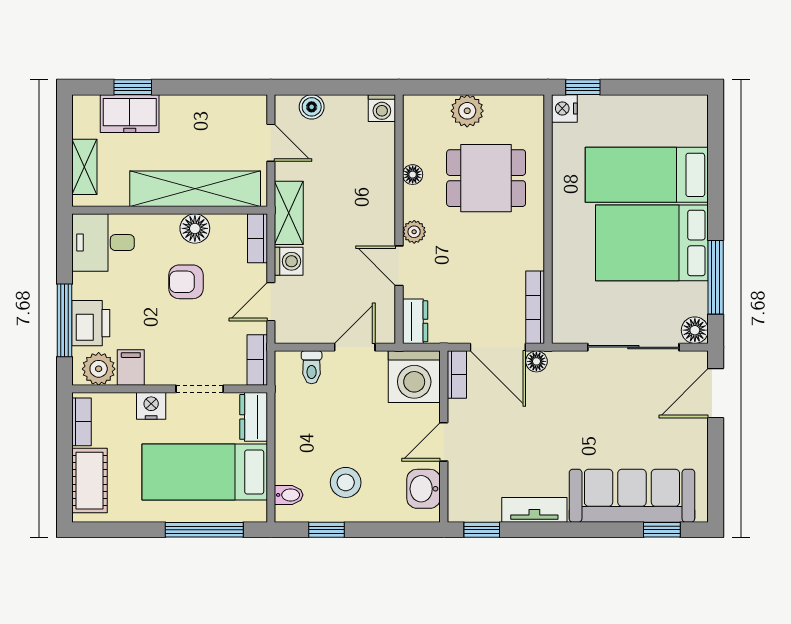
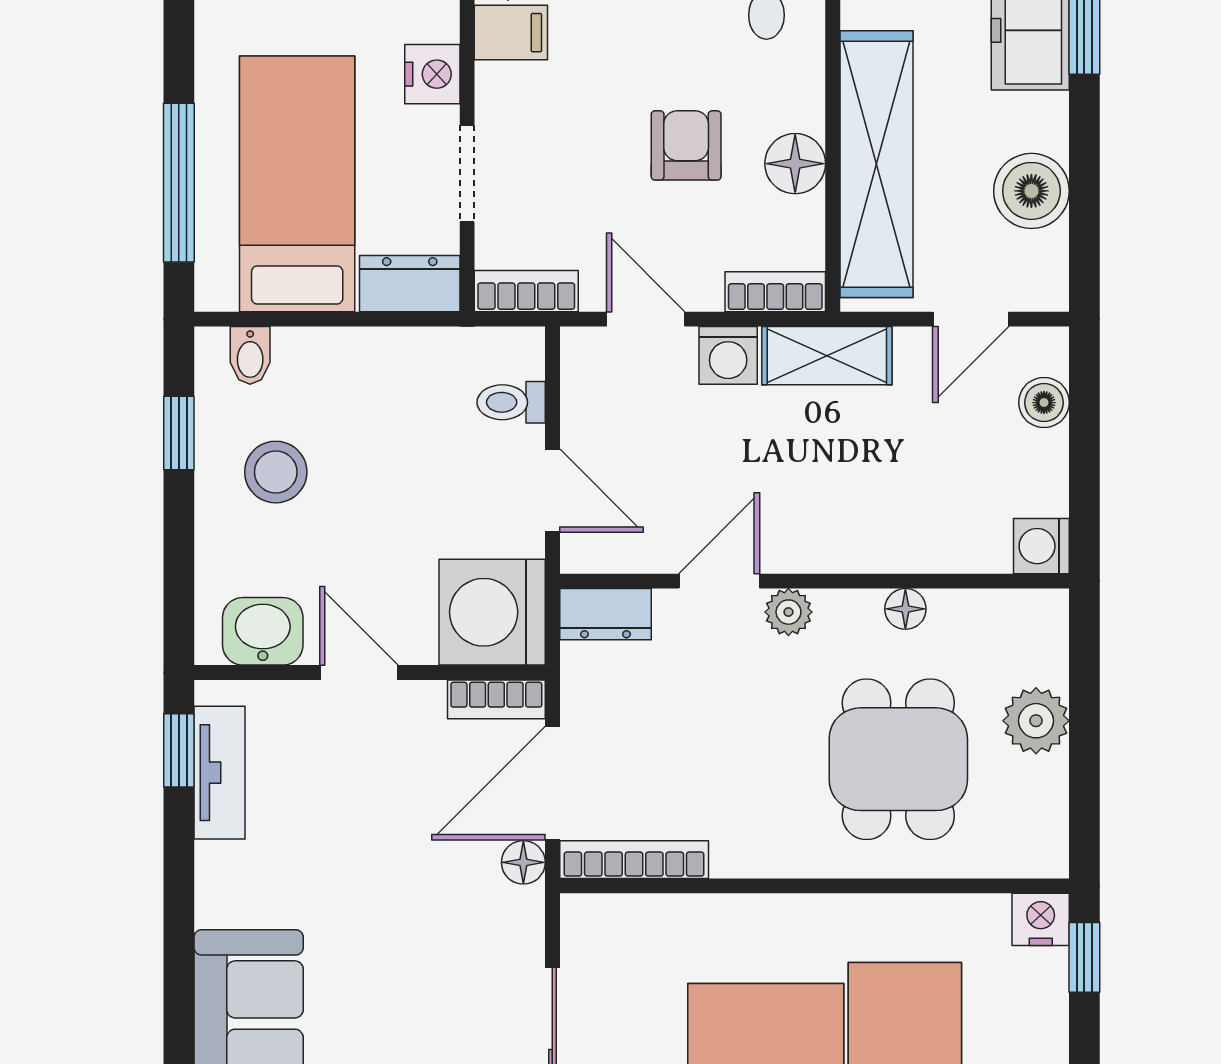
boiler: (208, 113) -> (1031, 191), added
tv unit: (534, 510) -> (220, 773), moved

